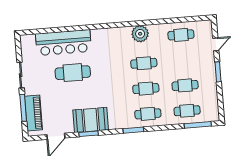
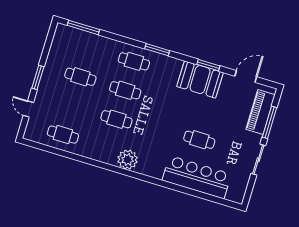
plant: (140, 34) -> (128, 160), moved
door: (216, 44) -> (28, 109), hinge flipped
cafe table: (73, 73) -> (199, 140), width x0.73, depth x0.74
cafe table: (187, 111) -> (89, 48), removed

